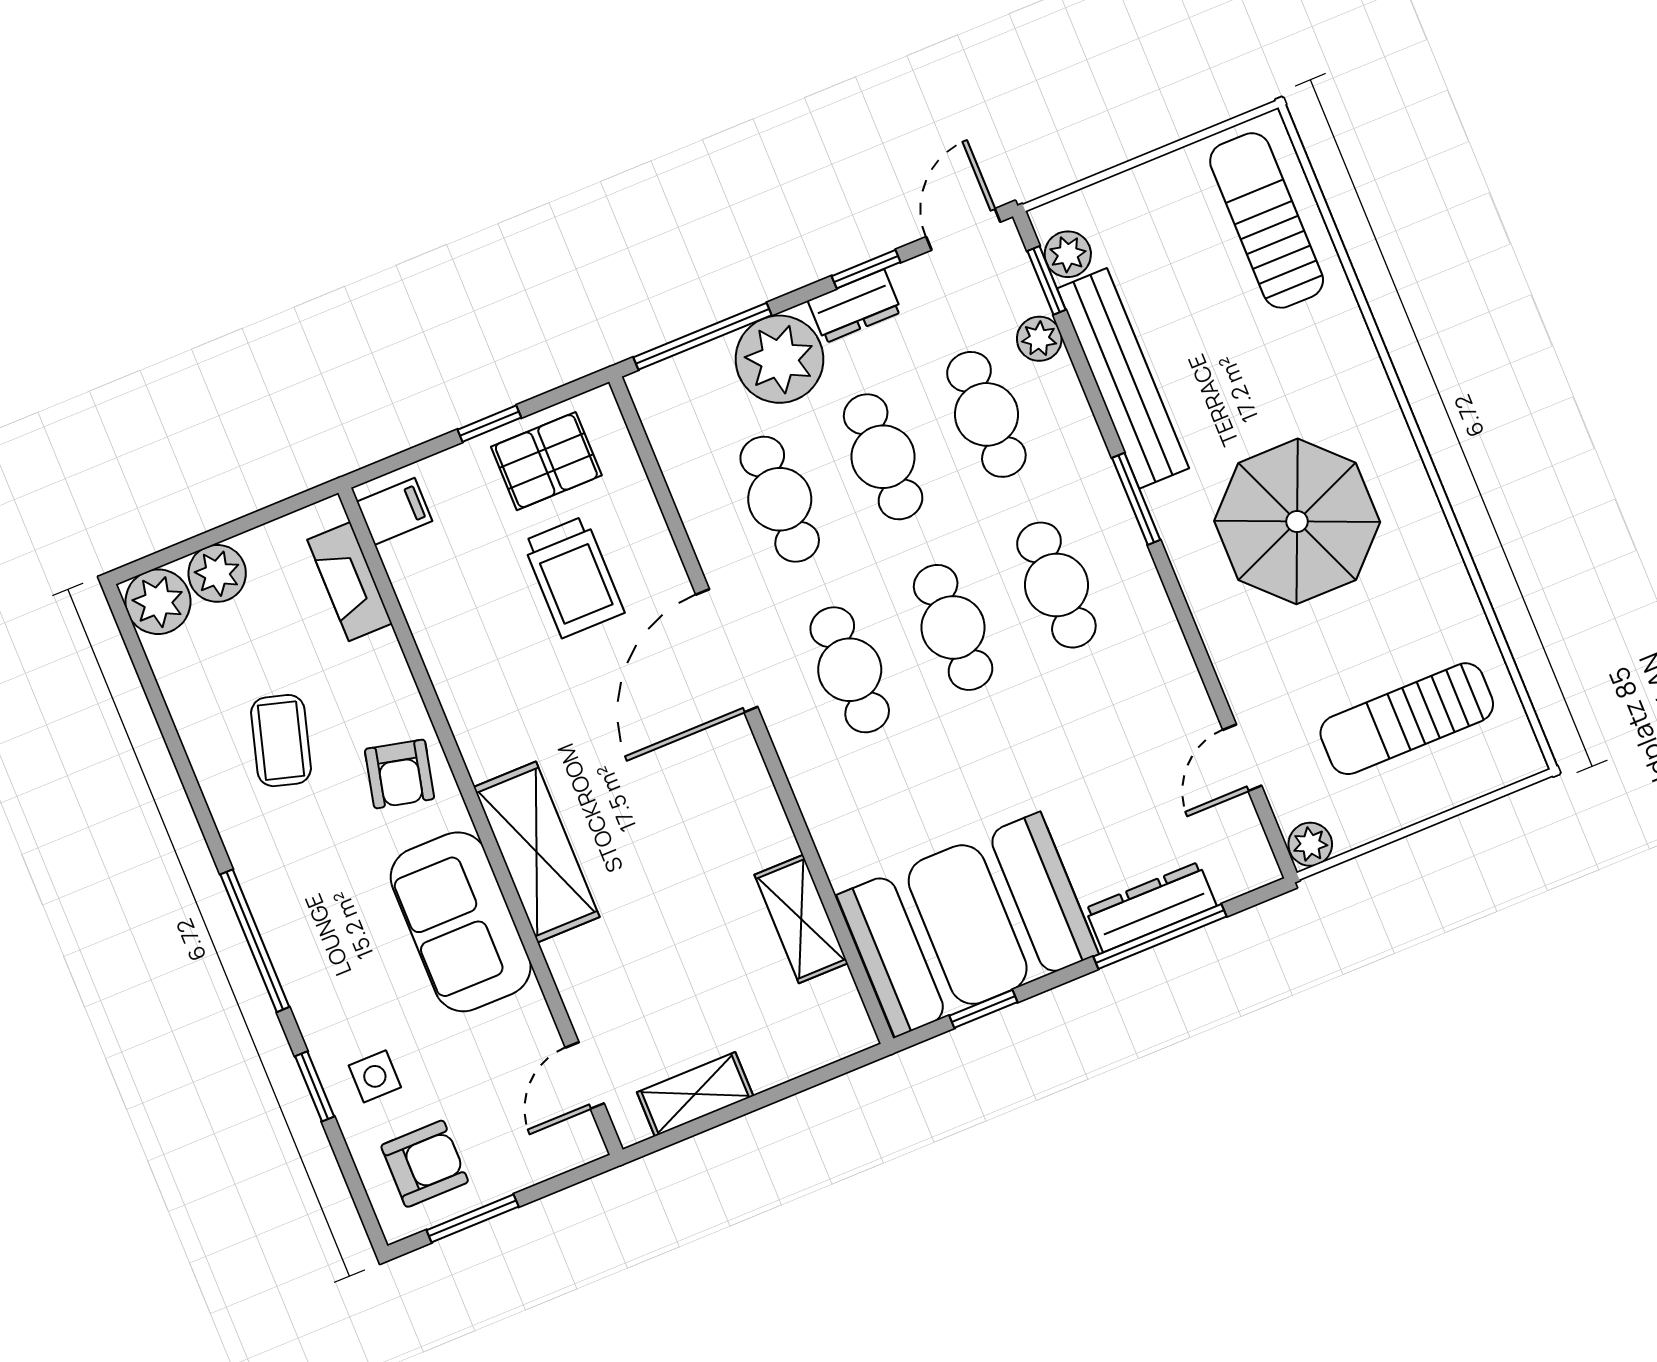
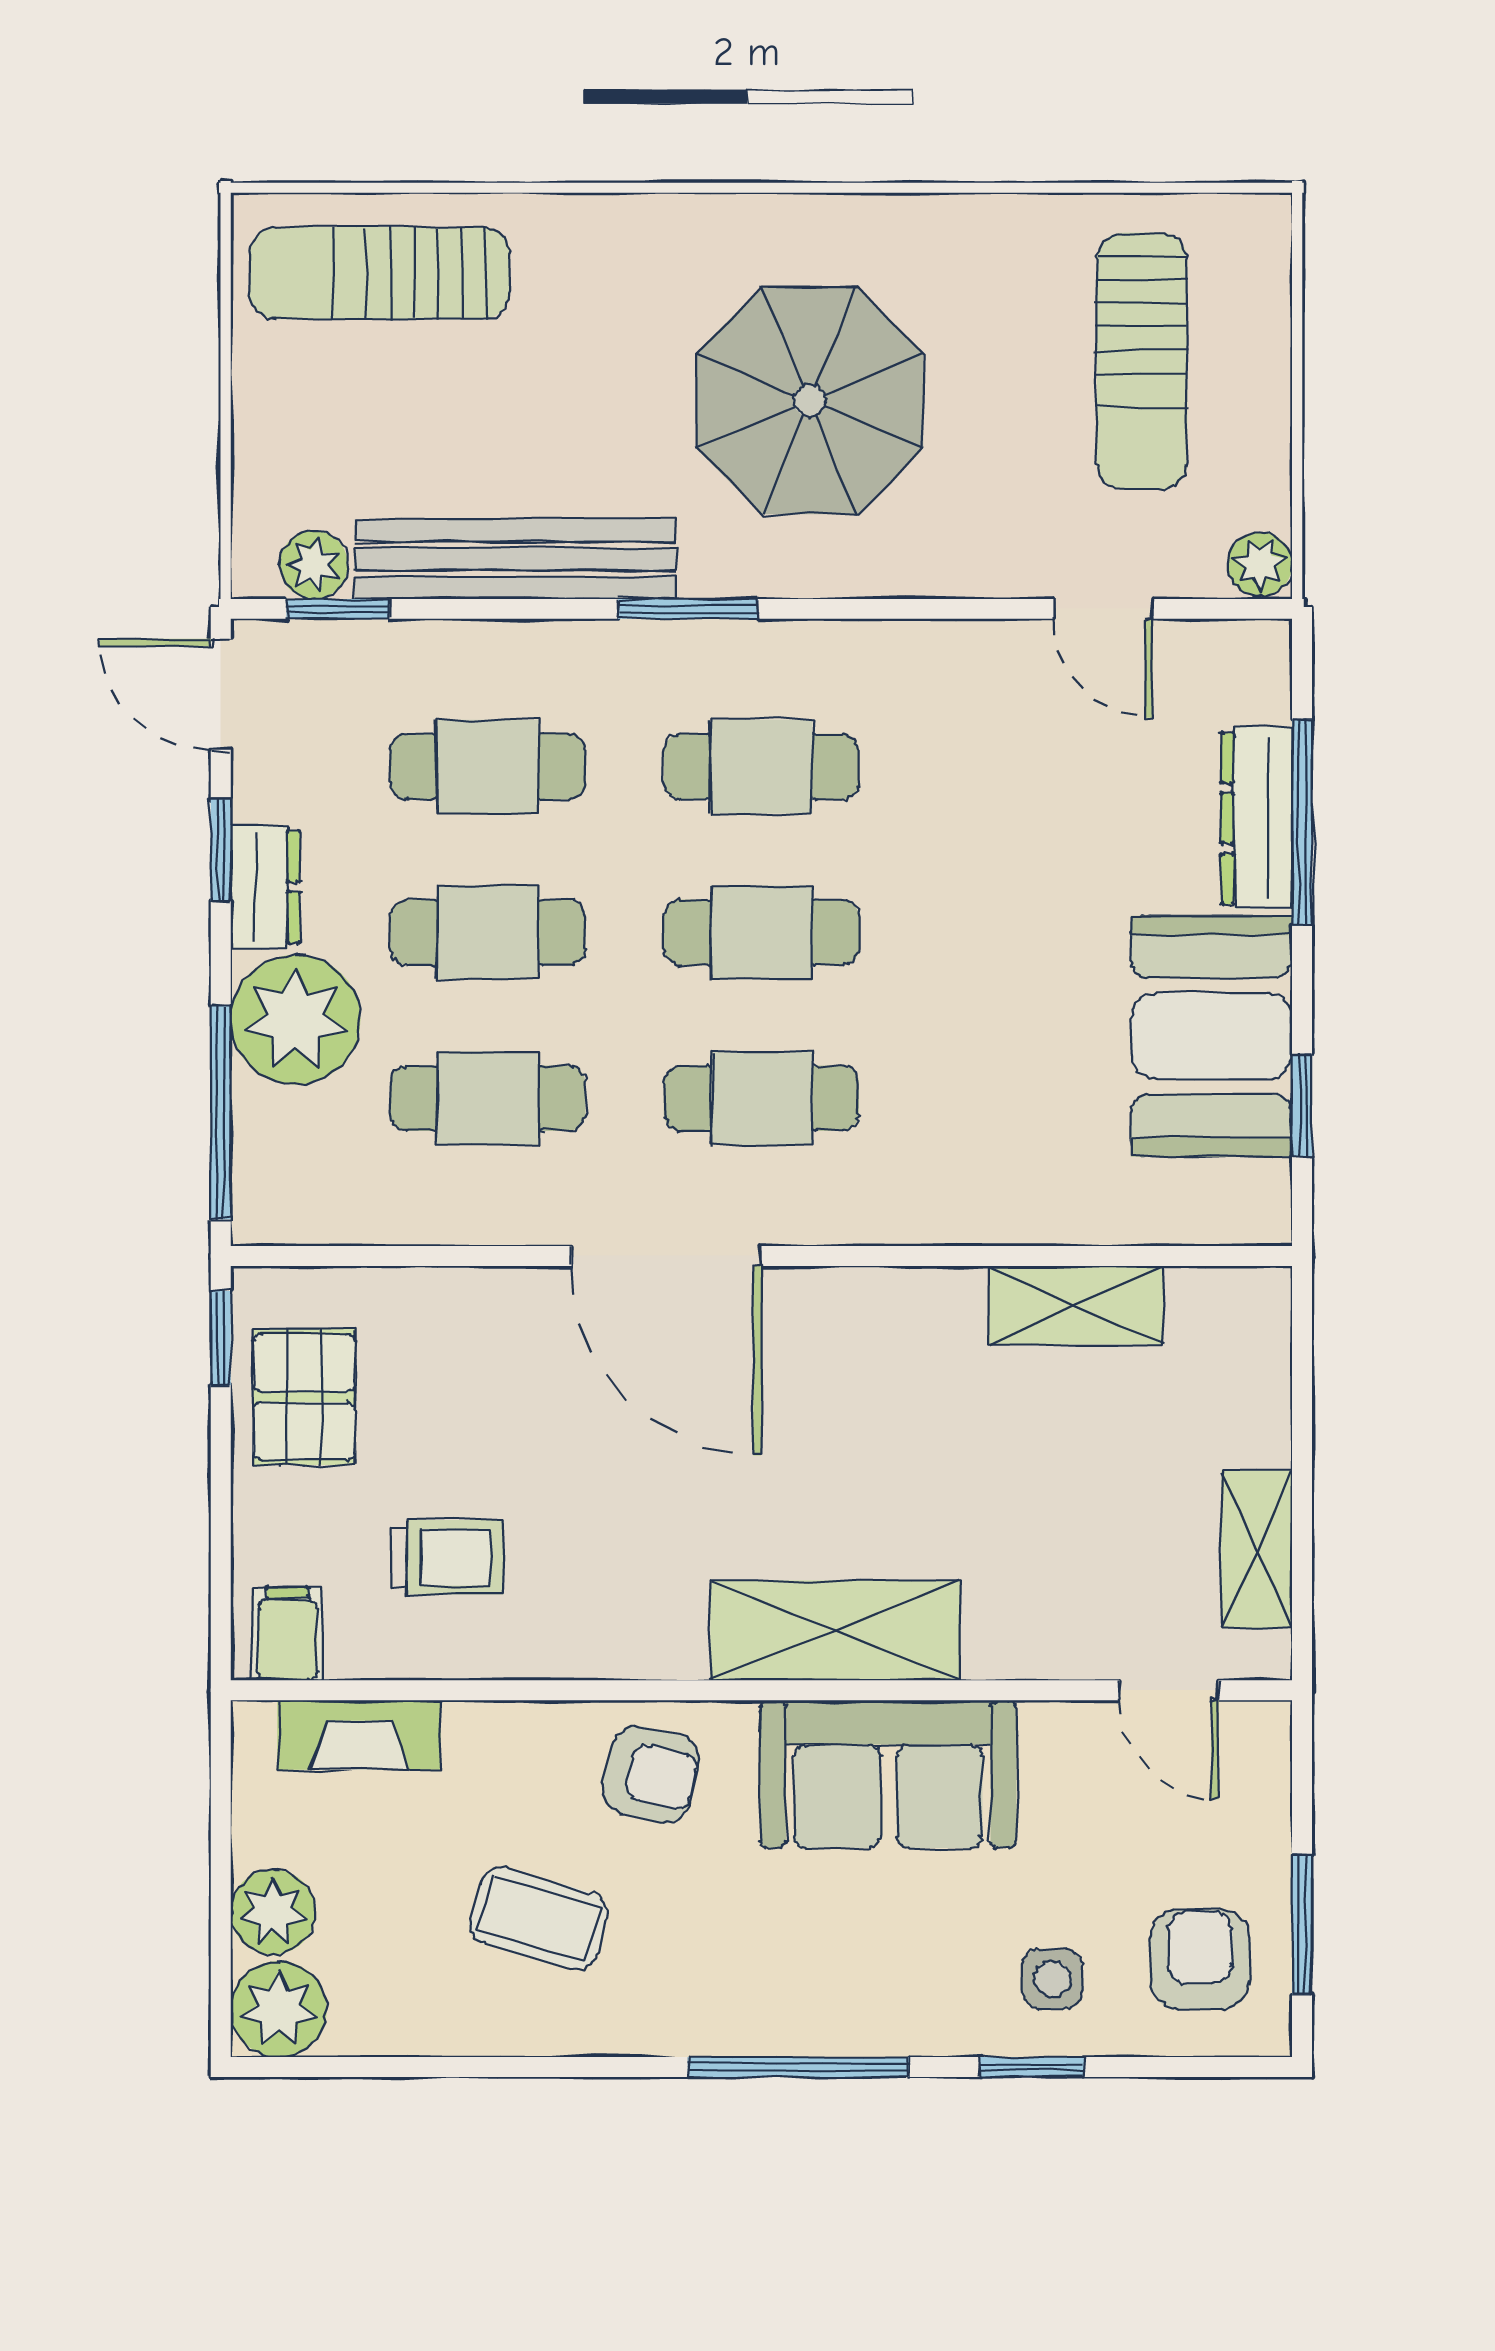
plant: (1039, 339) -> (414, 652), removed
window: (489, 424) -> (221, 1338), moved
trolley: (573, 577) -> (447, 1557), moved, width x0.73, depth x0.72
booth: (968, 925) -> (1212, 1036), width x0.73, depth x0.70

